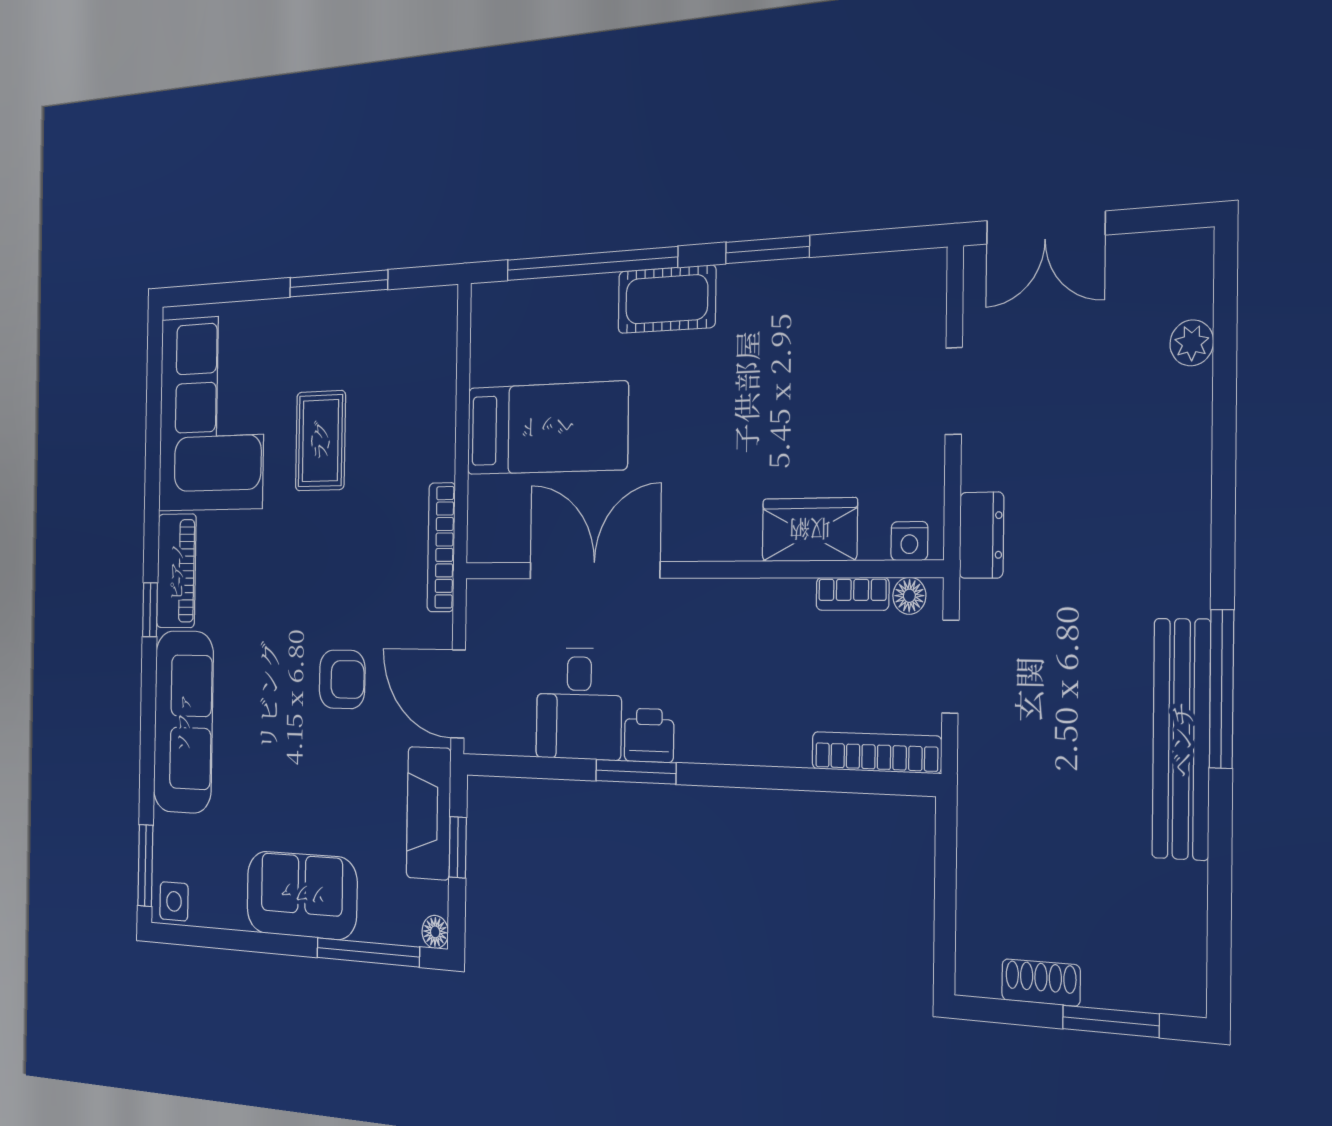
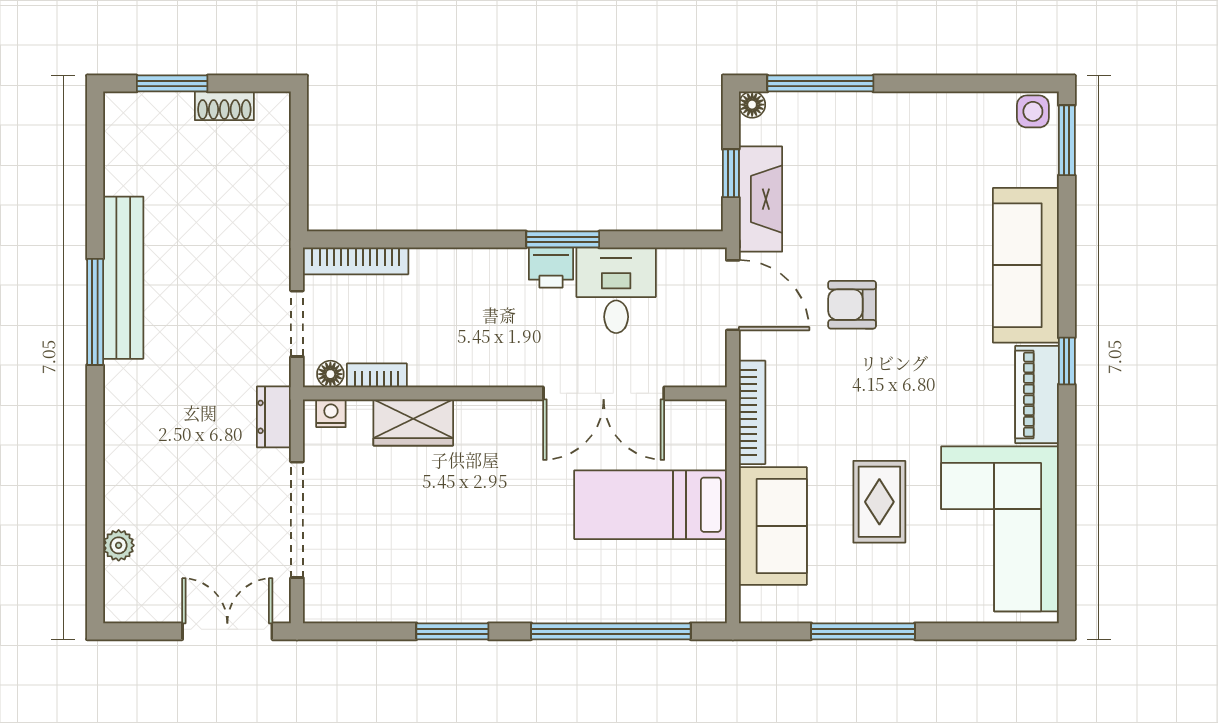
cot: (667, 299) -> (541, 599), removed
doorway: (954, 391) -> (297, 520), width x1.87
sofa: (302, 895) -> (773, 526), moved, turned -90

